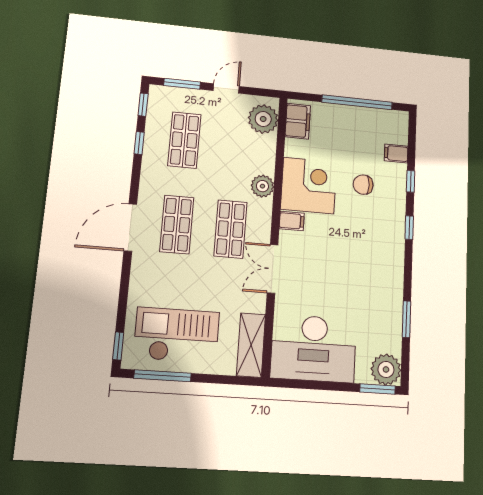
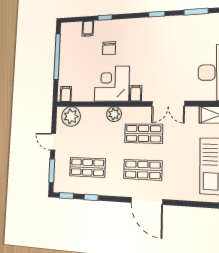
filing cabinet: (298, 121) -> (66, 94), width x0.50
window: (409, 228) -> (157, 14), moved

